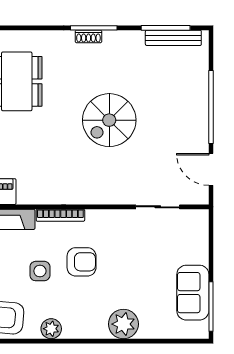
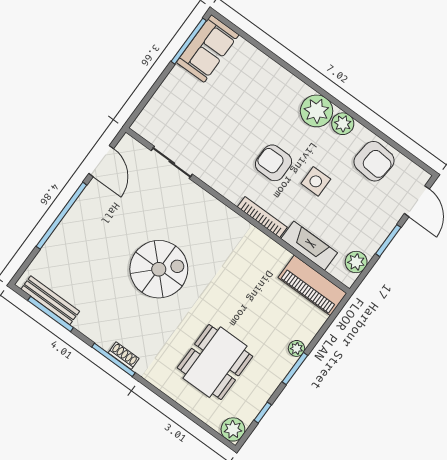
sofa: (193, 293) -> (208, 49), moved
plant: (123, 324) -> (317, 111), moved

